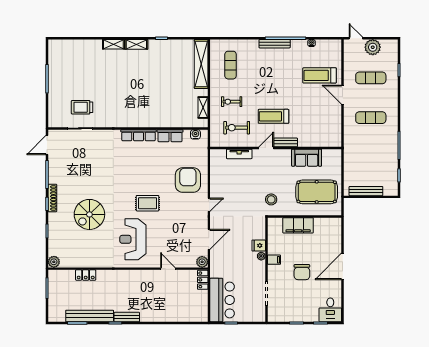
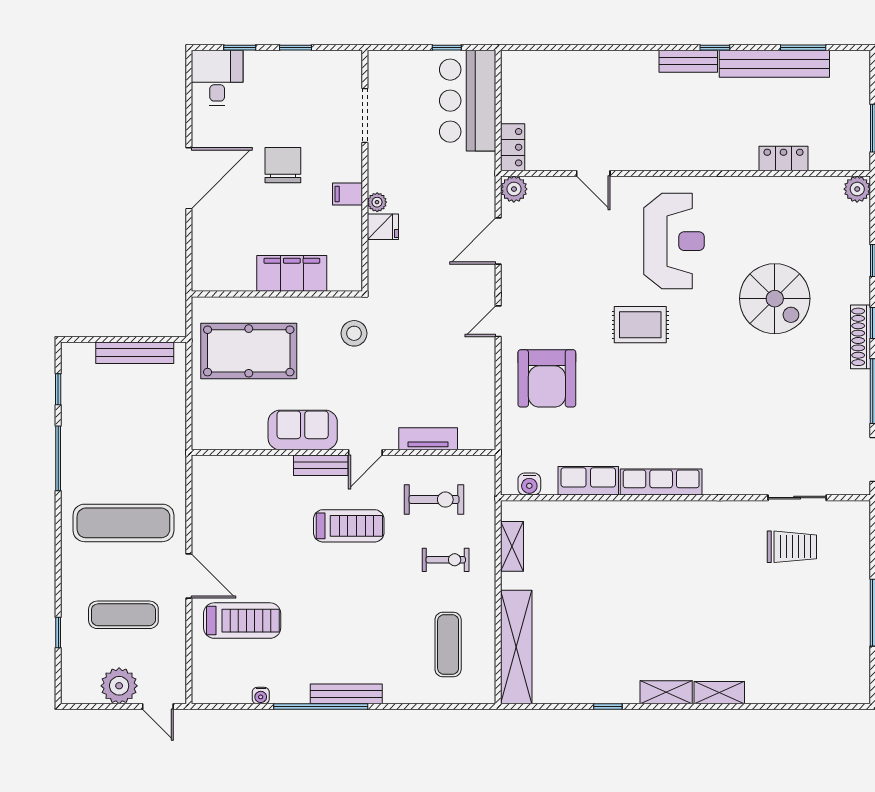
exercise mat: (371, 118) -> (123, 523), width x1.36, depth x1.45
sofa: (307, 158) -> (303, 430), moved
spiral stairs: (89, 214) -> (775, 299), turned 90

